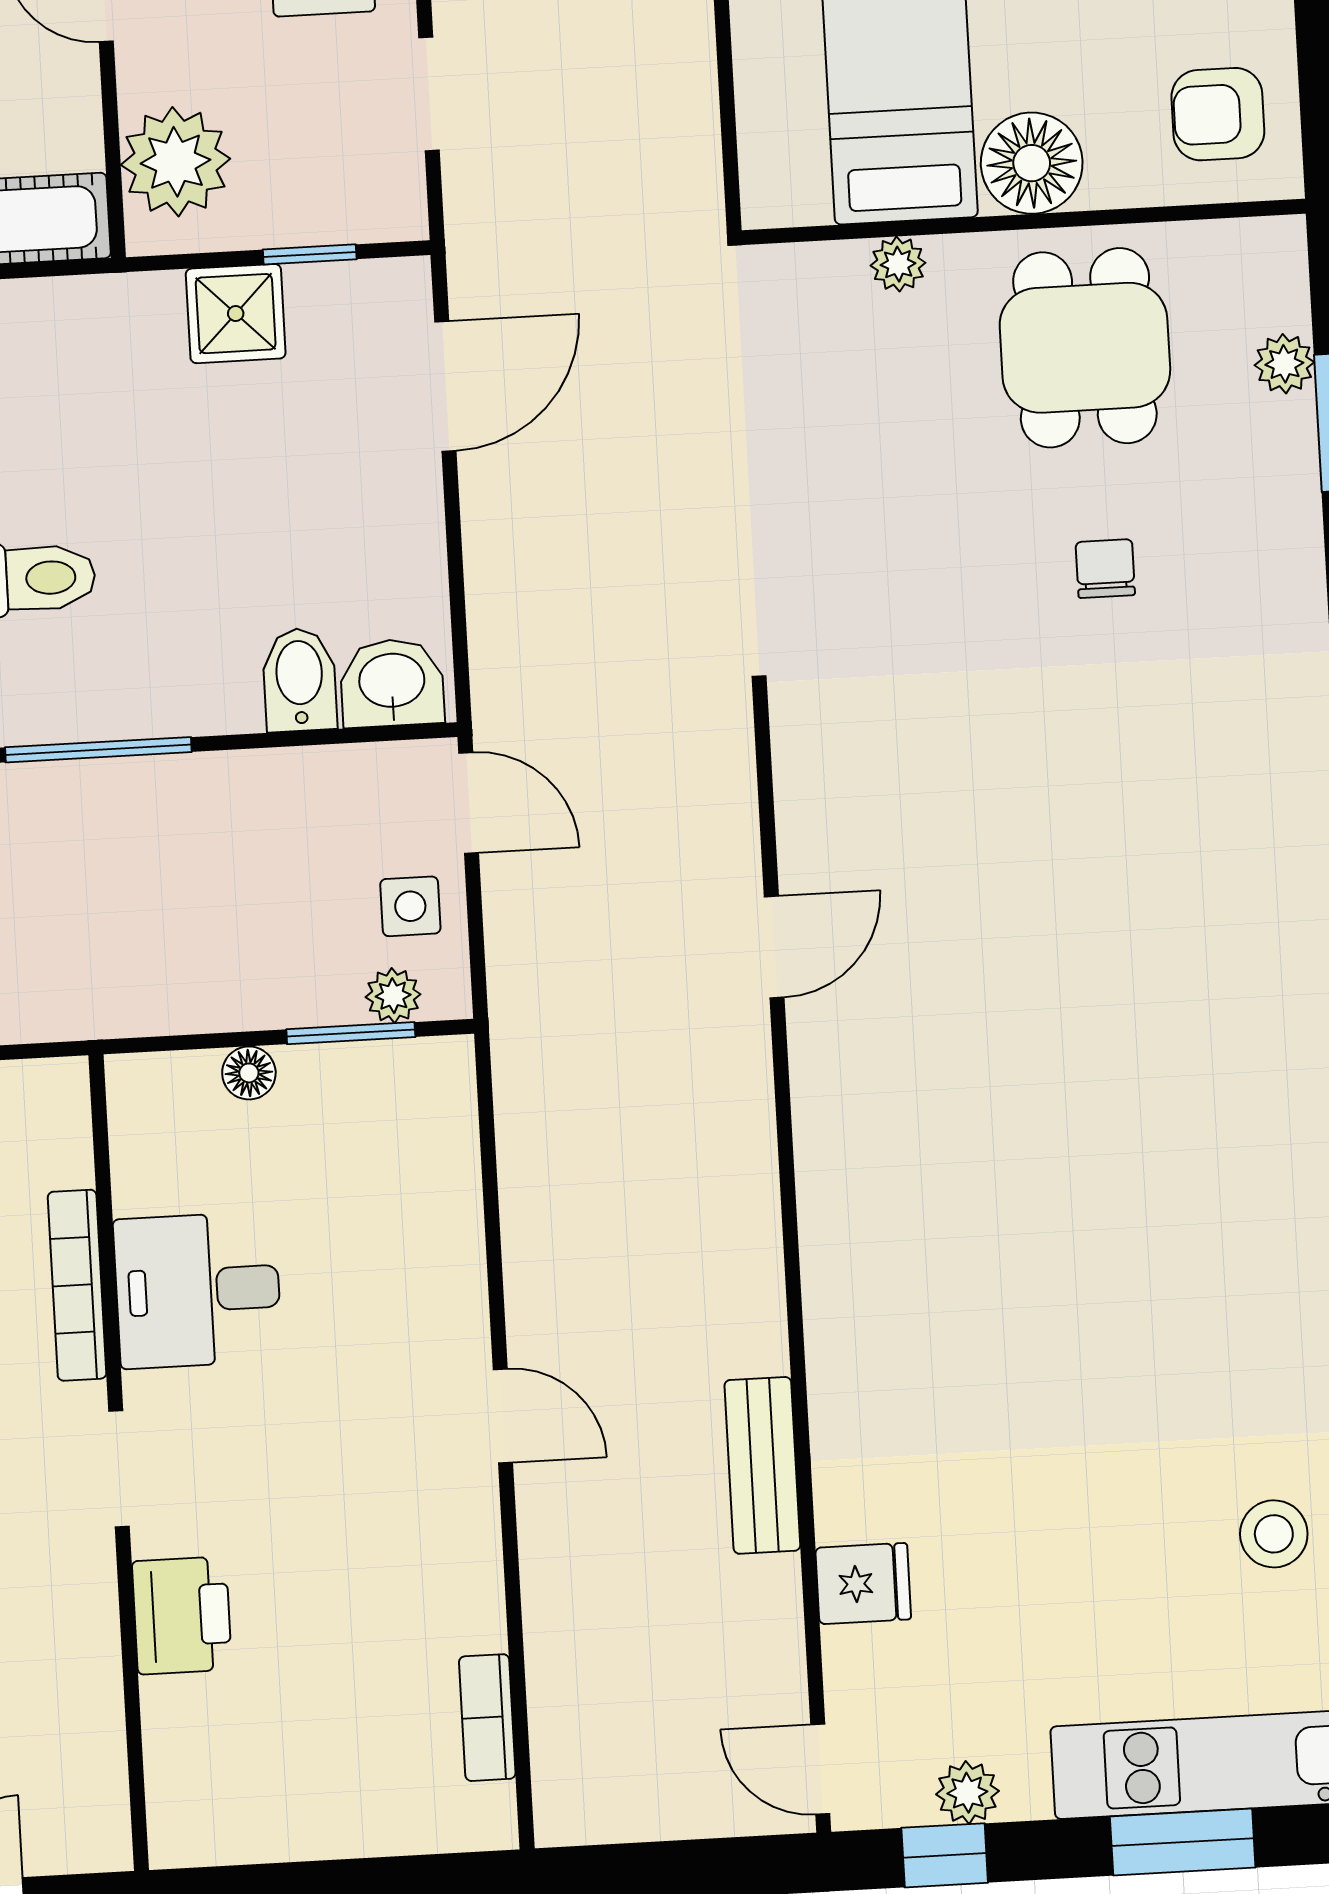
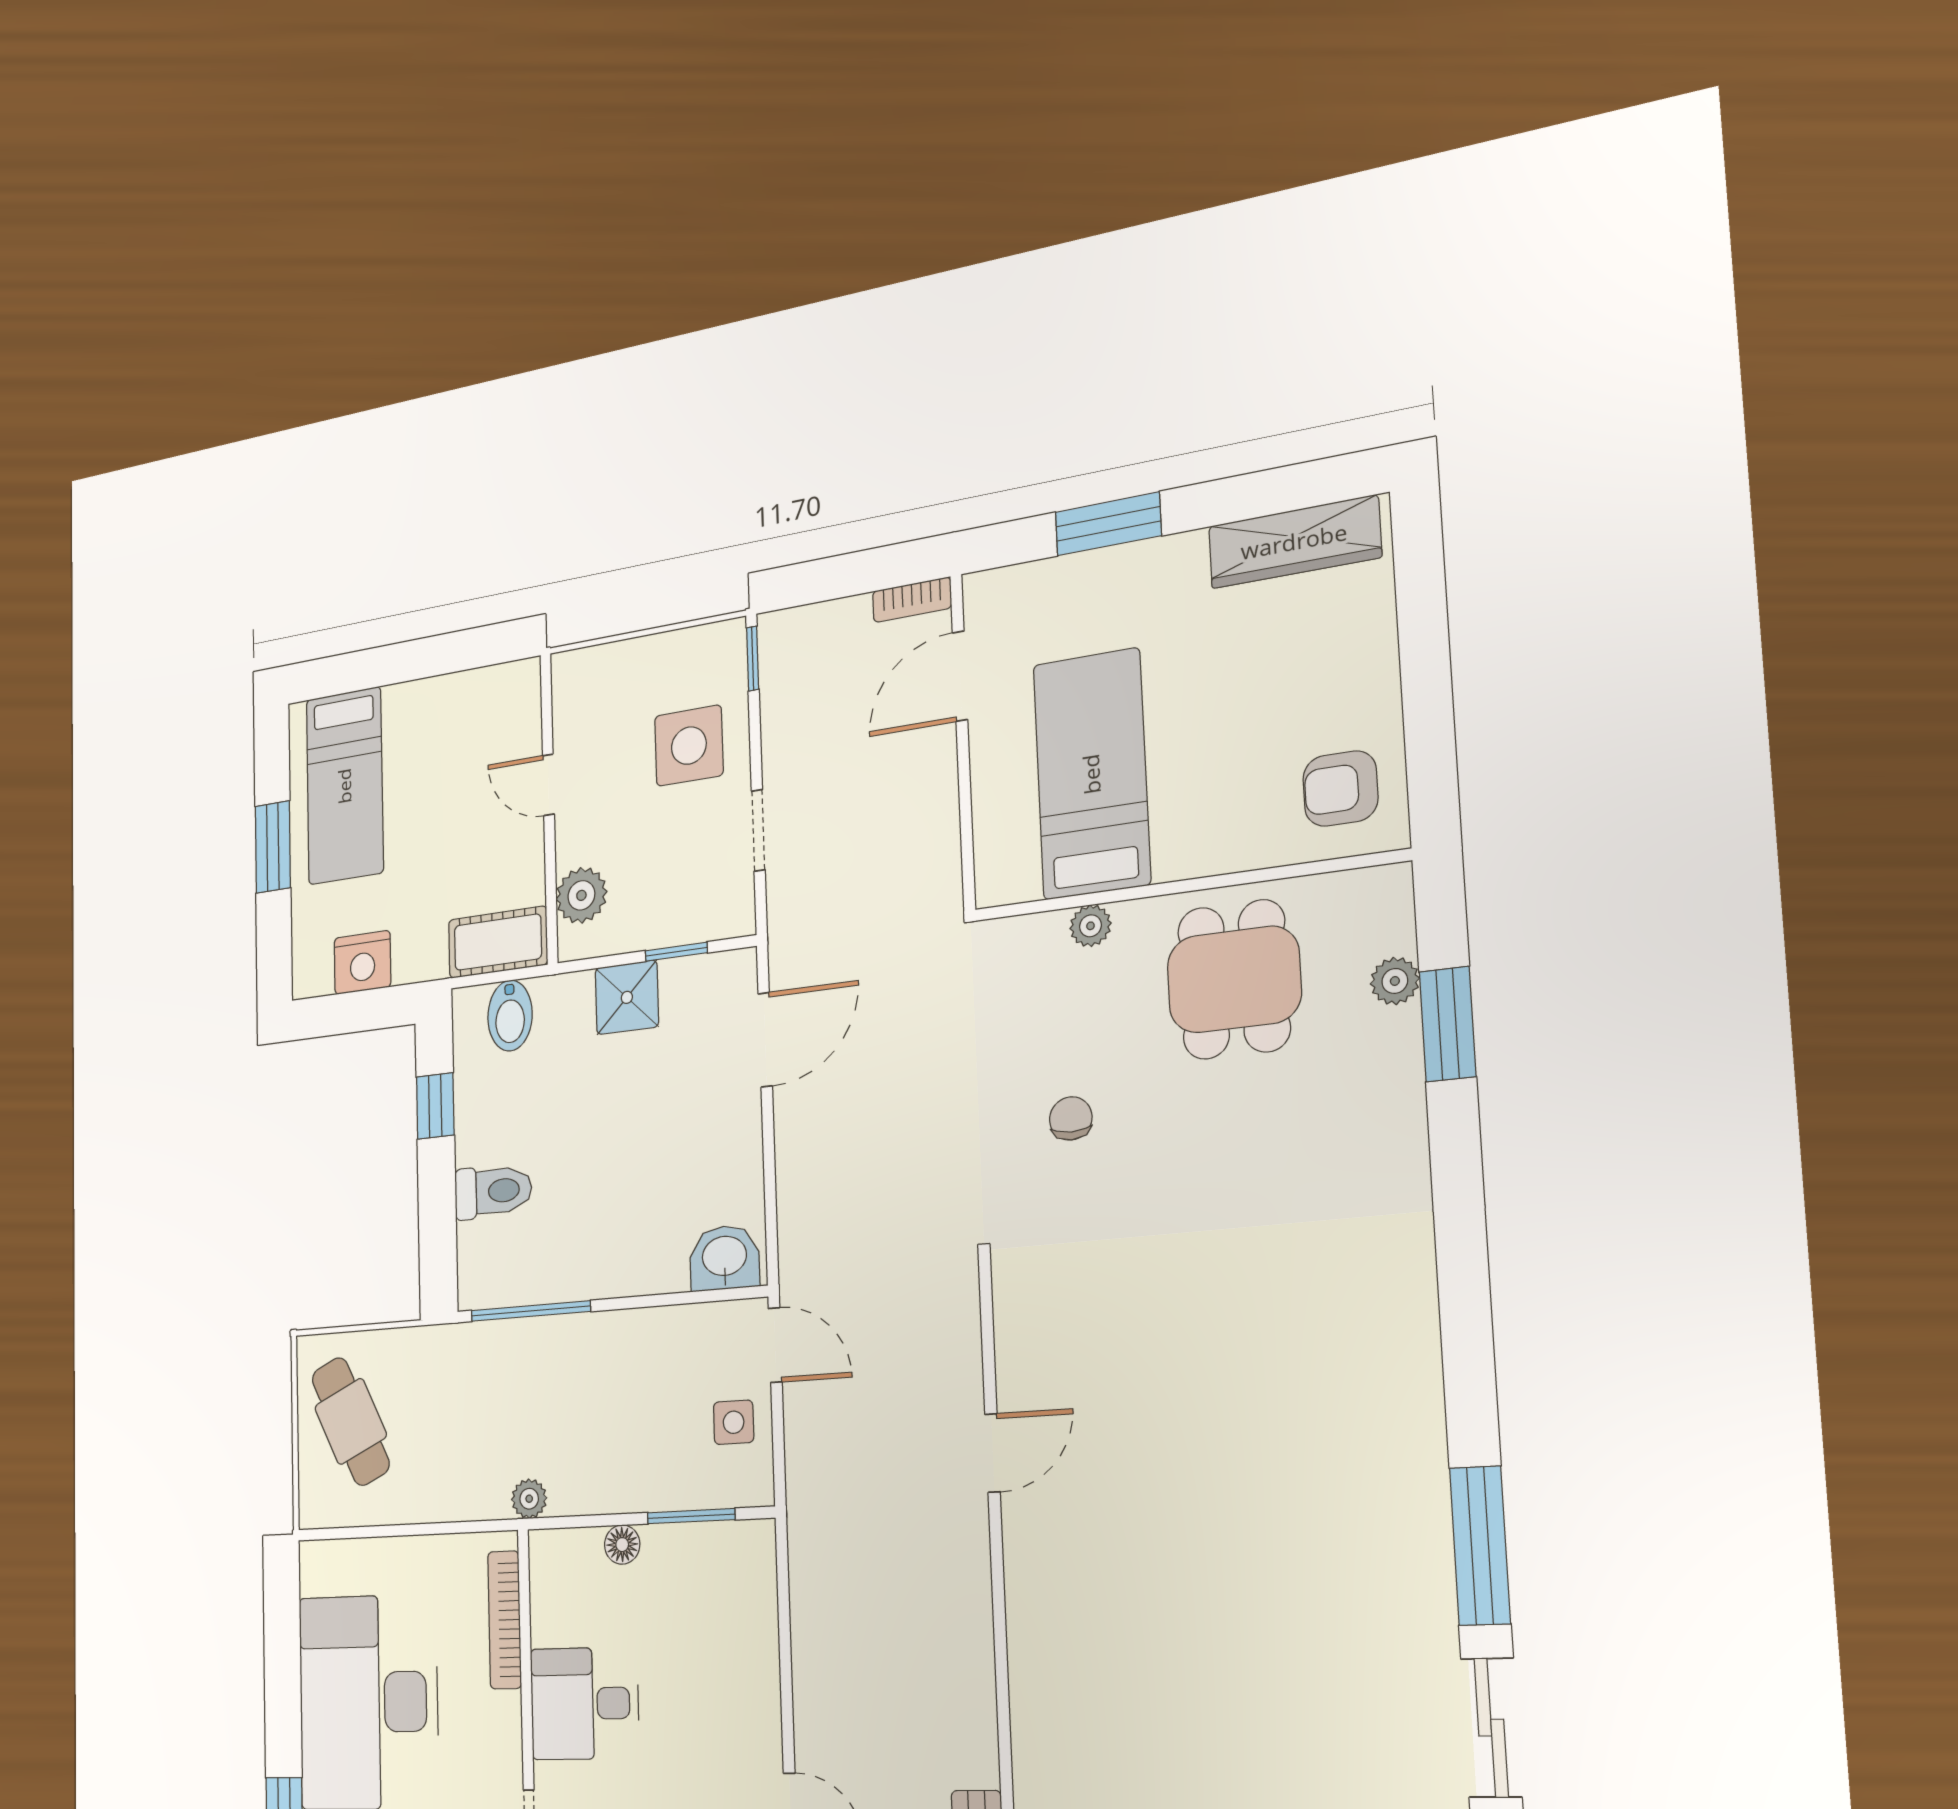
plant: (176, 162) -> (581, 895), width x0.73, depth x0.73
floor lamp: (1032, 163) -> (1193, 840), removed
chair: (1105, 569) -> (1071, 1118), moved
bidet: (300, 680) -> (510, 1016), moved, turned 180
plant: (393, 996) -> (529, 1499), moved
bookcase: (77, 1285) -> (505, 1620), moved

